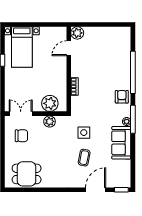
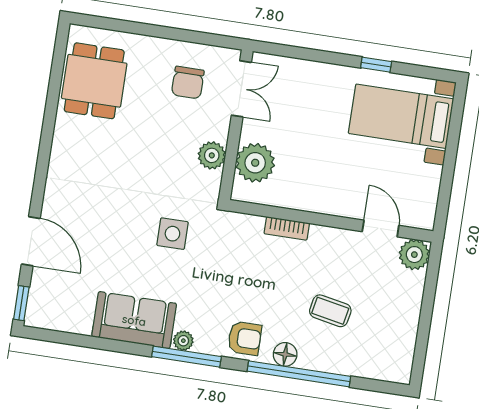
floor lamp: (126, 79) -> (285, 354), added
coffee table: (84, 158) -> (330, 311), moved

